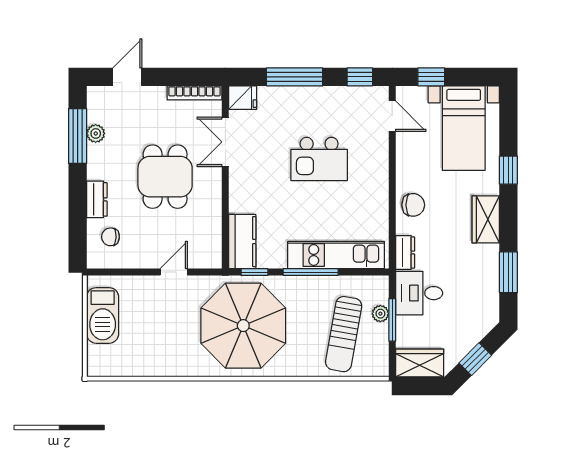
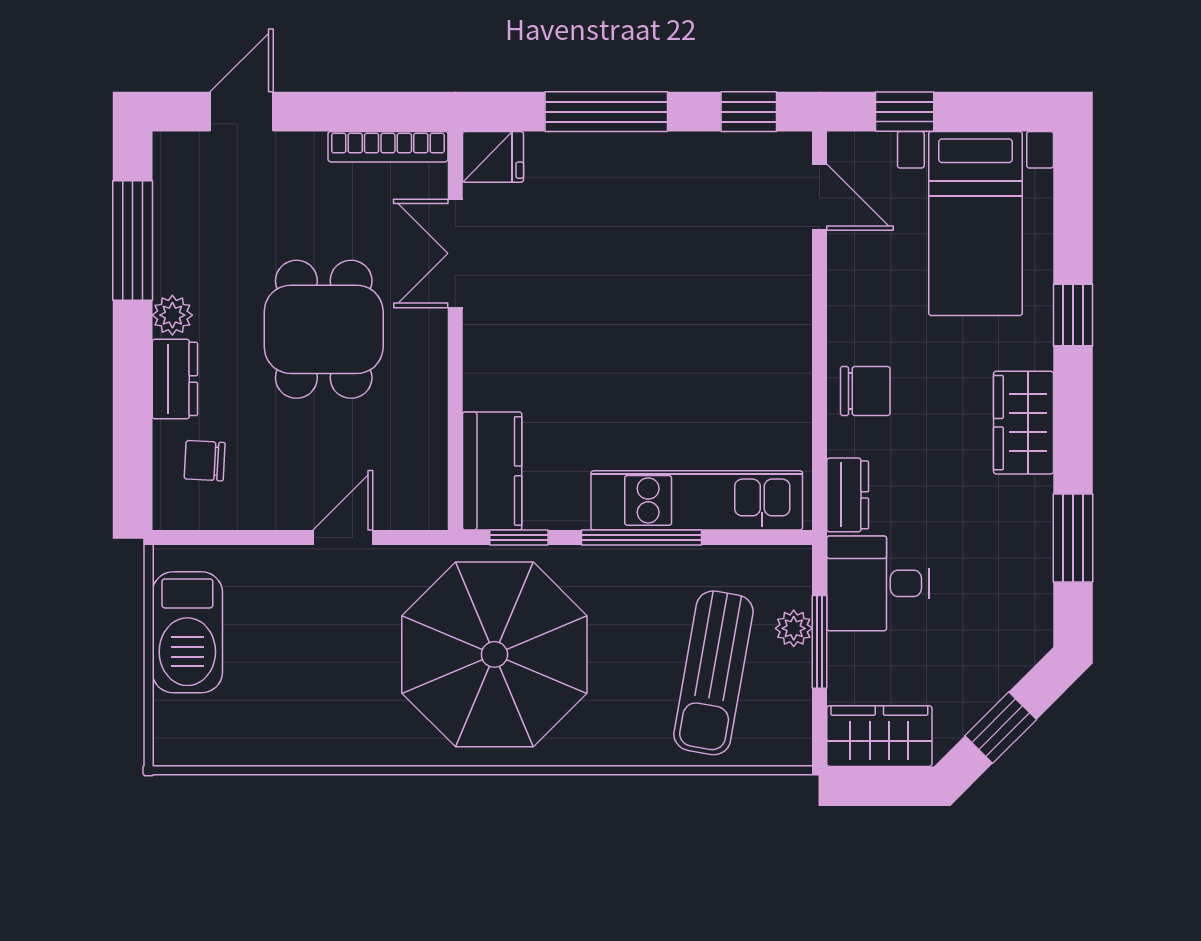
plant: (96, 133) -> (172, 315), moved
kitchen island: (319, 159) -> (660, 291), removed

